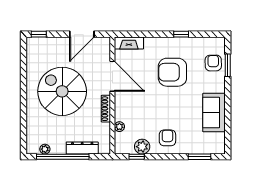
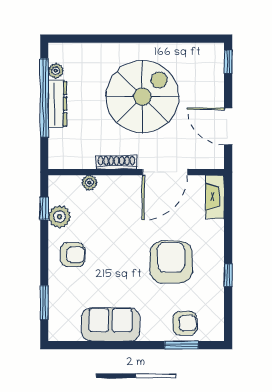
dresser: (82, 148) -> (57, 104), moved

